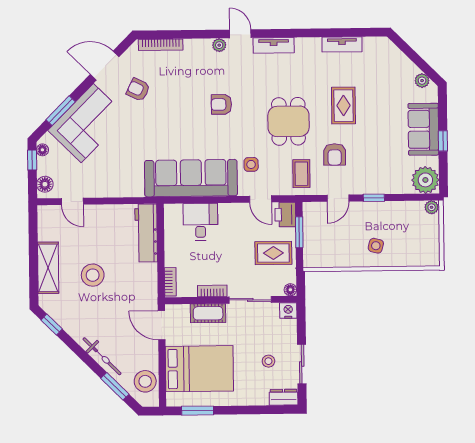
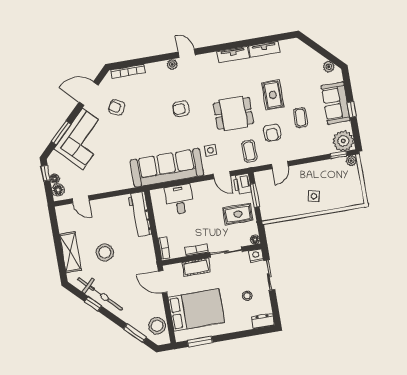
tv unit: (274, 45) -> (233, 55), moved
dining table: (288, 121) -> (233, 113), turned 90
coffee table: (375, 141) -> (301, 118), added
floor lamp: (42, 150) -> (54, 179), moved
window: (374, 198) -> (338, 155), moved
window: (52, 325) -> (93, 304), moved
bicycle: (102, 356) -> (100, 294), moved, width x1.37, depth x1.40
sliding door: (302, 364) -> (269, 275), moved

